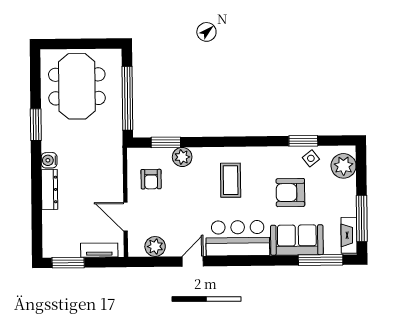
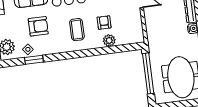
window: (166, 142) -> (121, 49), removed
armchair: (151, 179) -> (104, 22), moved

